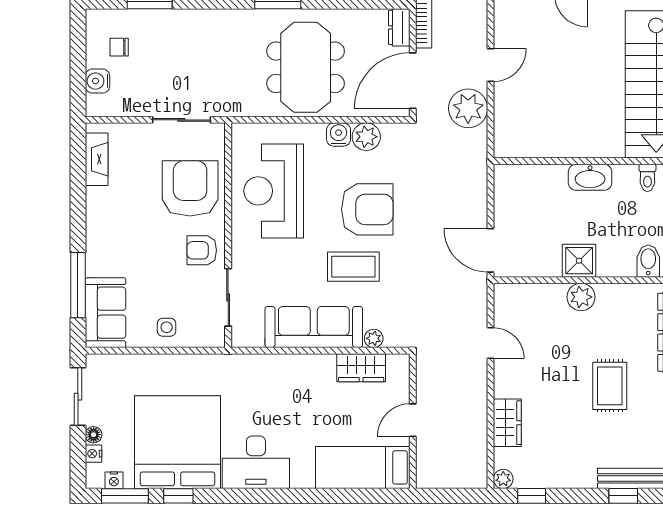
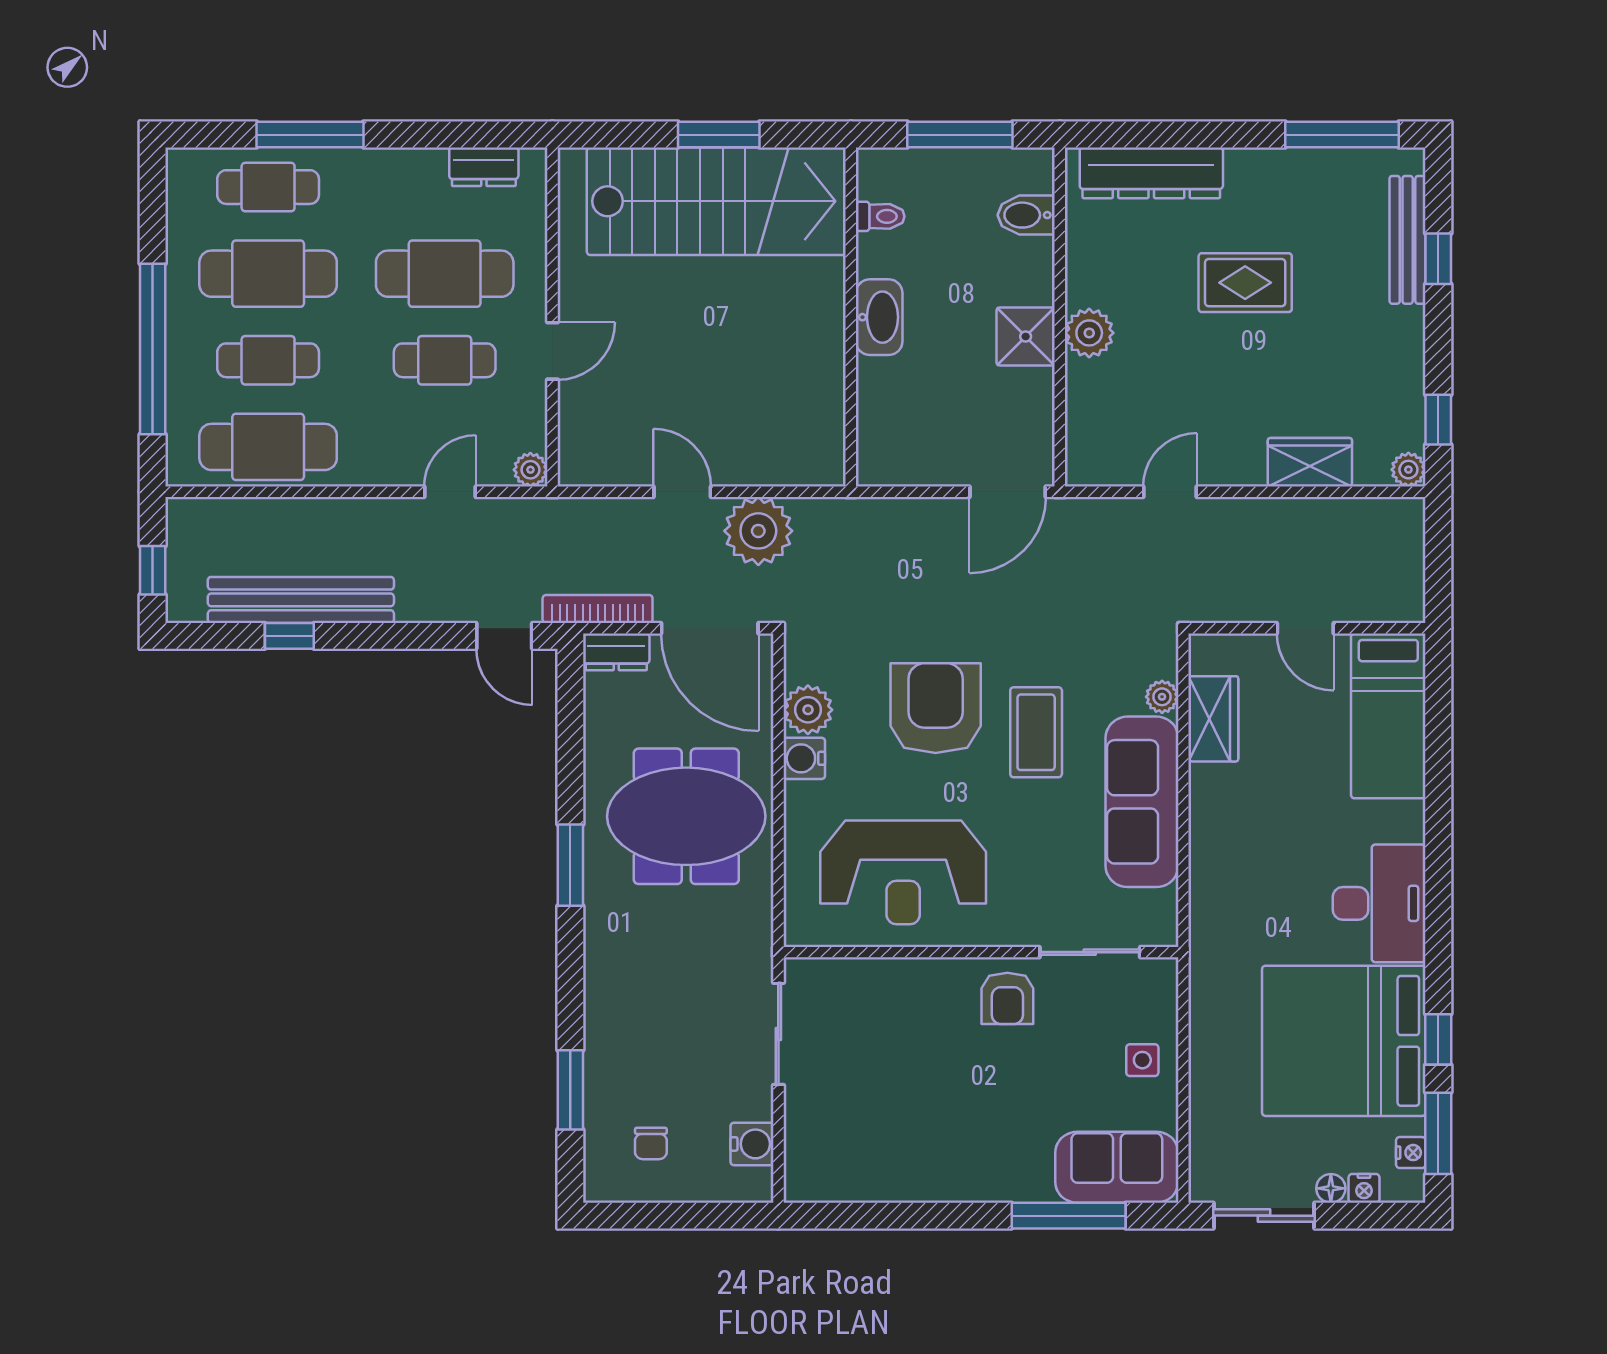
water cooler: (97, 81) -> (752, 1144), moved, turned -90
fireplace: (97, 159) -> (848, 1183), removed
armchair: (190, 188) -> (899, 1019), removed

